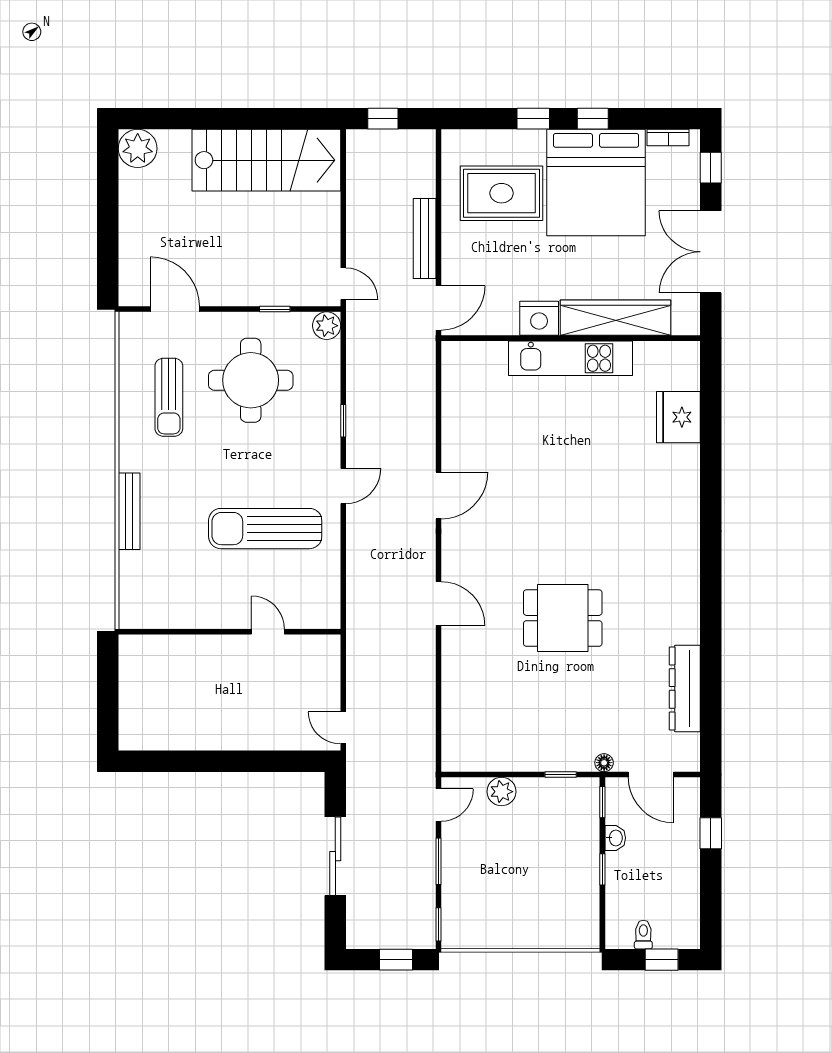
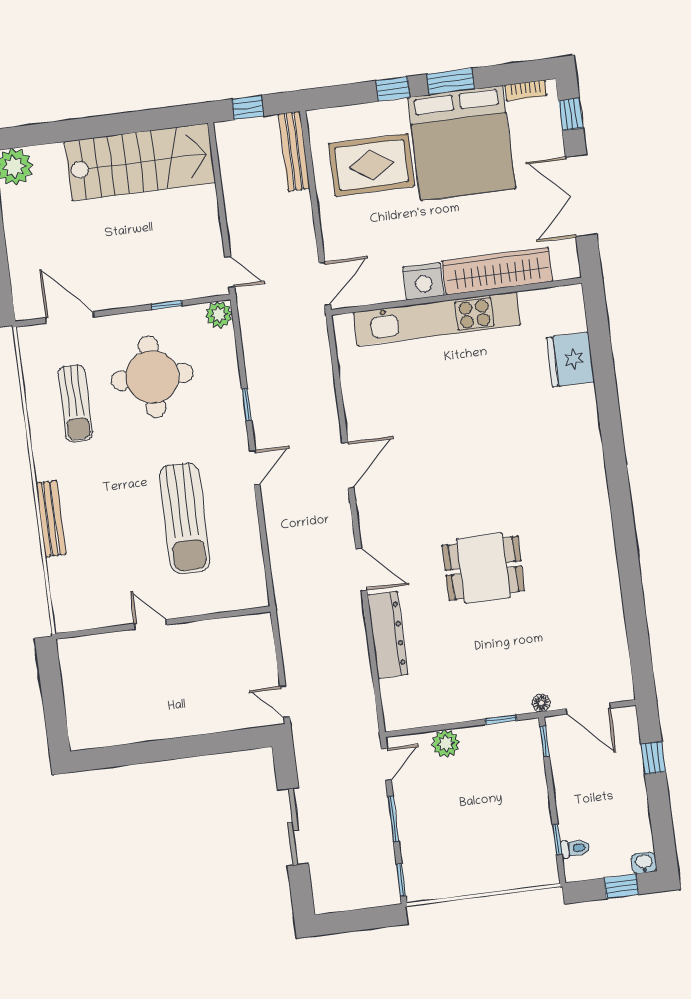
window: (593, 119) -> (451, 81), width x1.50
bench: (425, 239) -> (294, 151), moved
kitchen unit: (570, 358) -> (437, 319), width x1.36
sun lounger: (265, 529) -> (185, 518), turned -90
door: (268, 632) -> (151, 624), moved
dresser: (685, 688) -> (388, 635), moved, turned 180
washbasin: (615, 838) -> (644, 863), moved, turned -90
window: (602, 869) -> (557, 839), moved
toilet: (643, 935) -> (575, 848), moved, turned 90
window: (396, 960) -> (365, 919), removed

